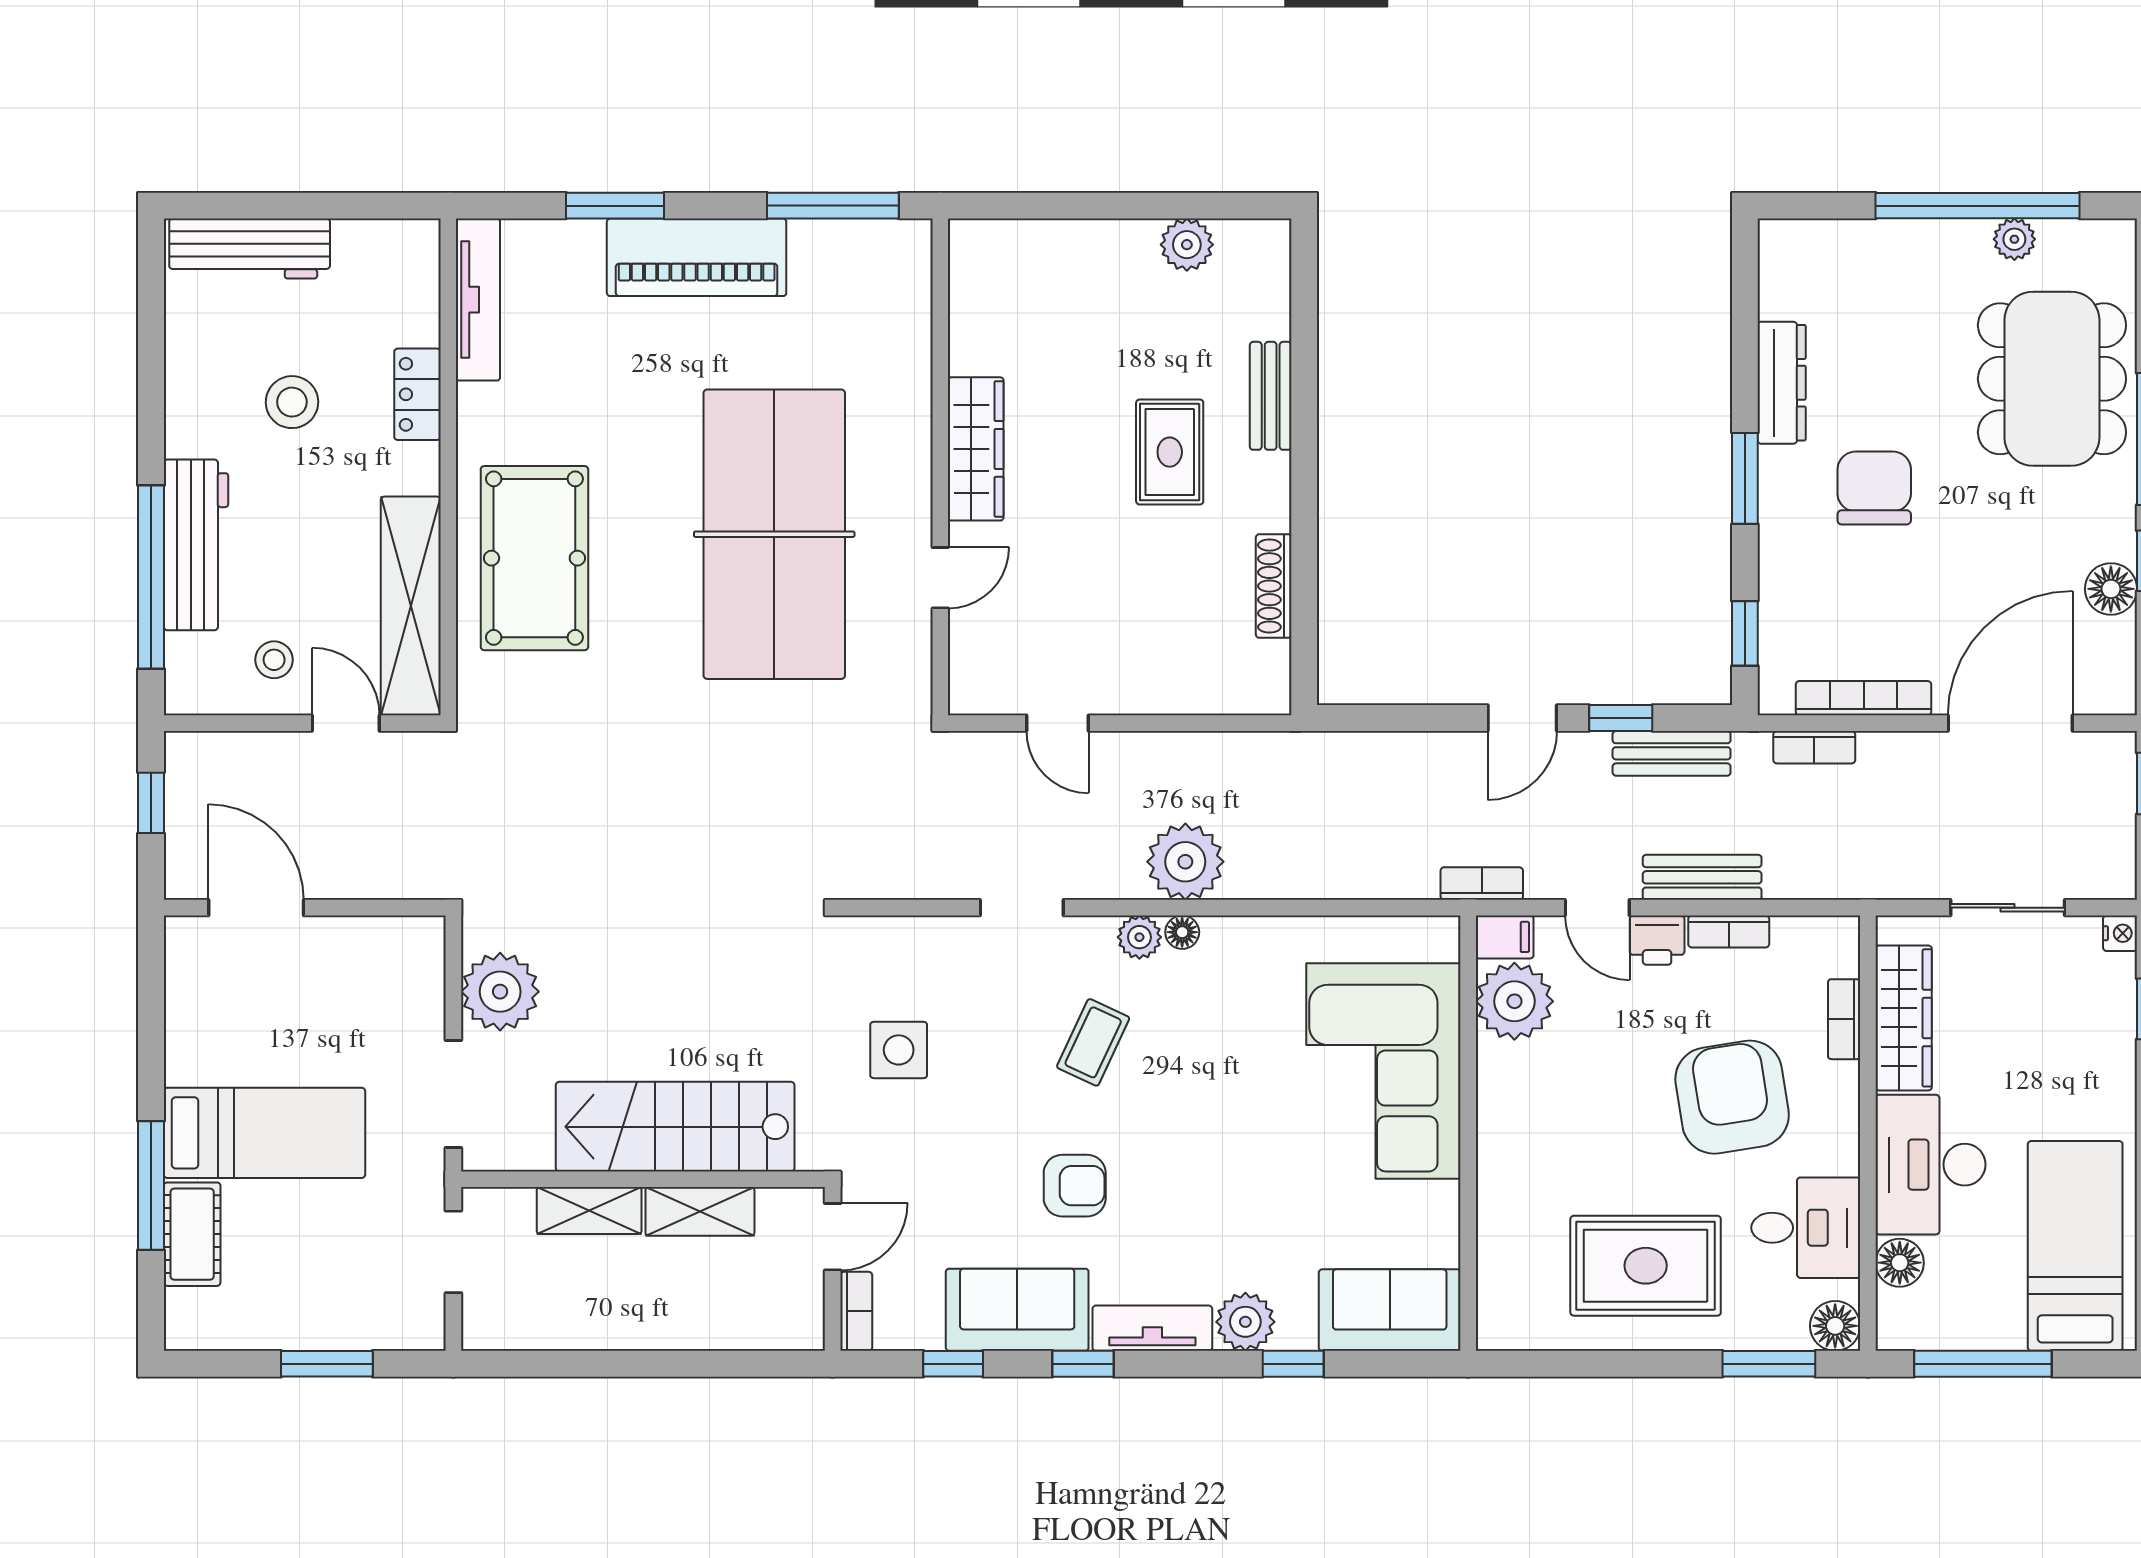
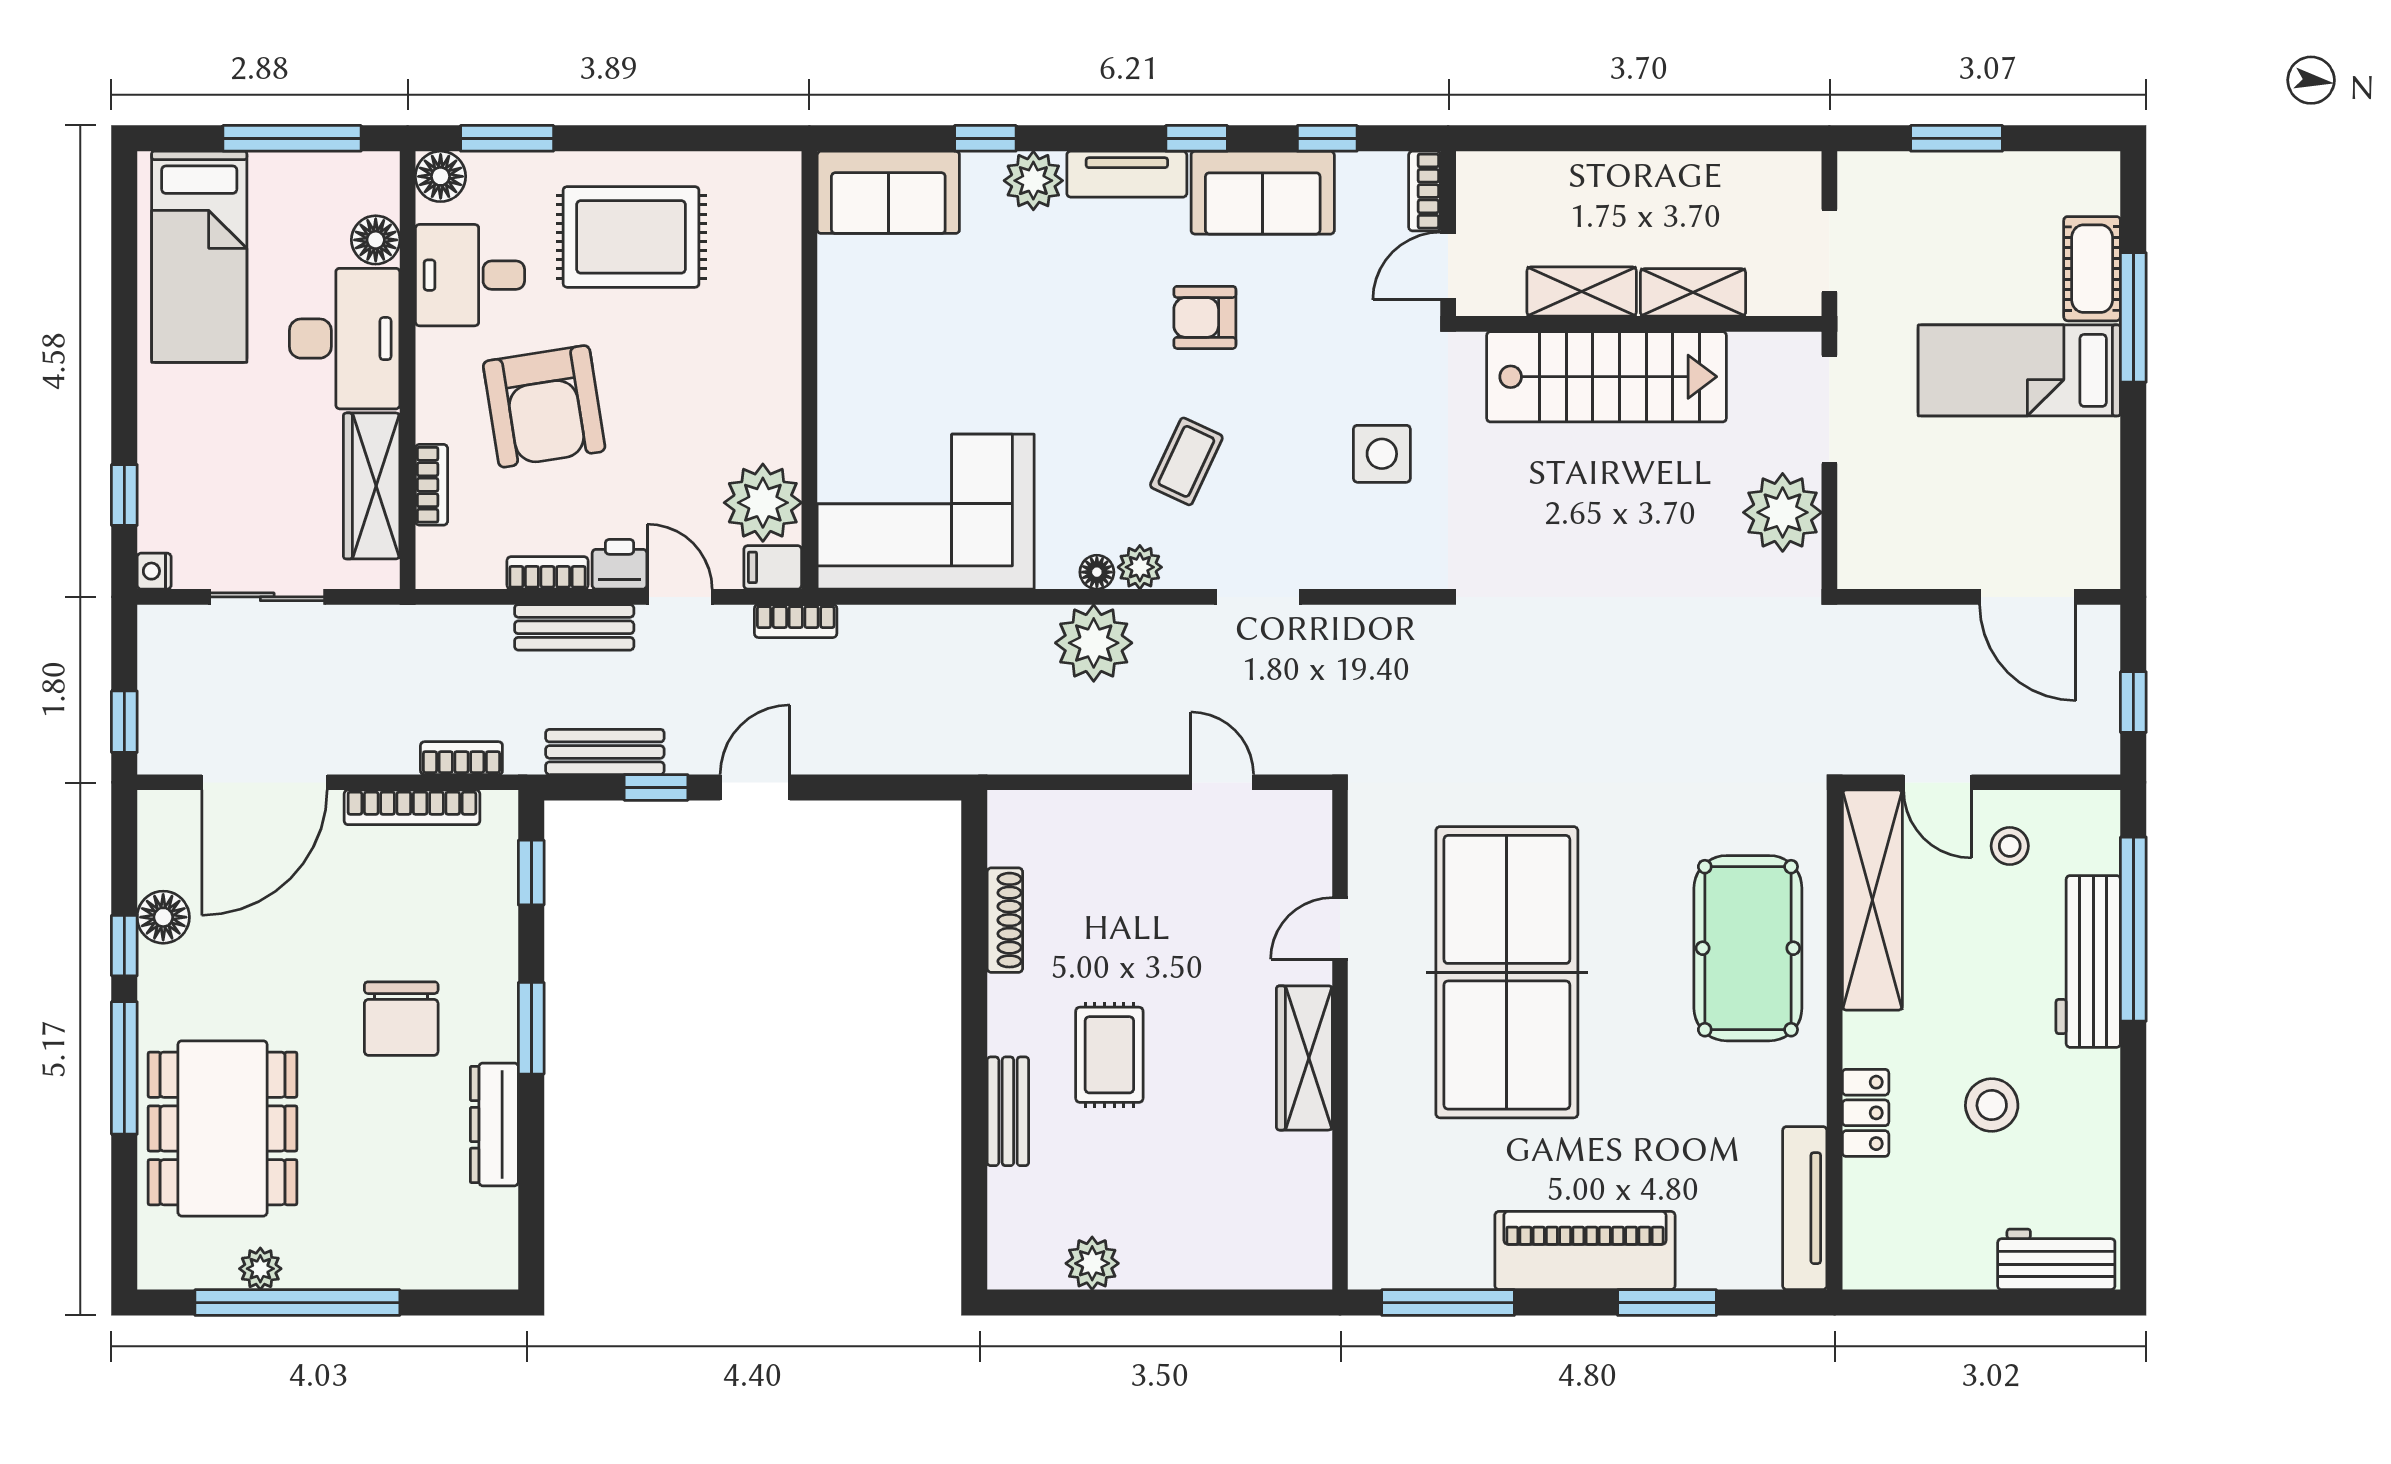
workbench: (250, 249) -> (2056, 1259), width x0.73
corner sofa: (1383, 1071) -> (926, 512), moved, turned -90

